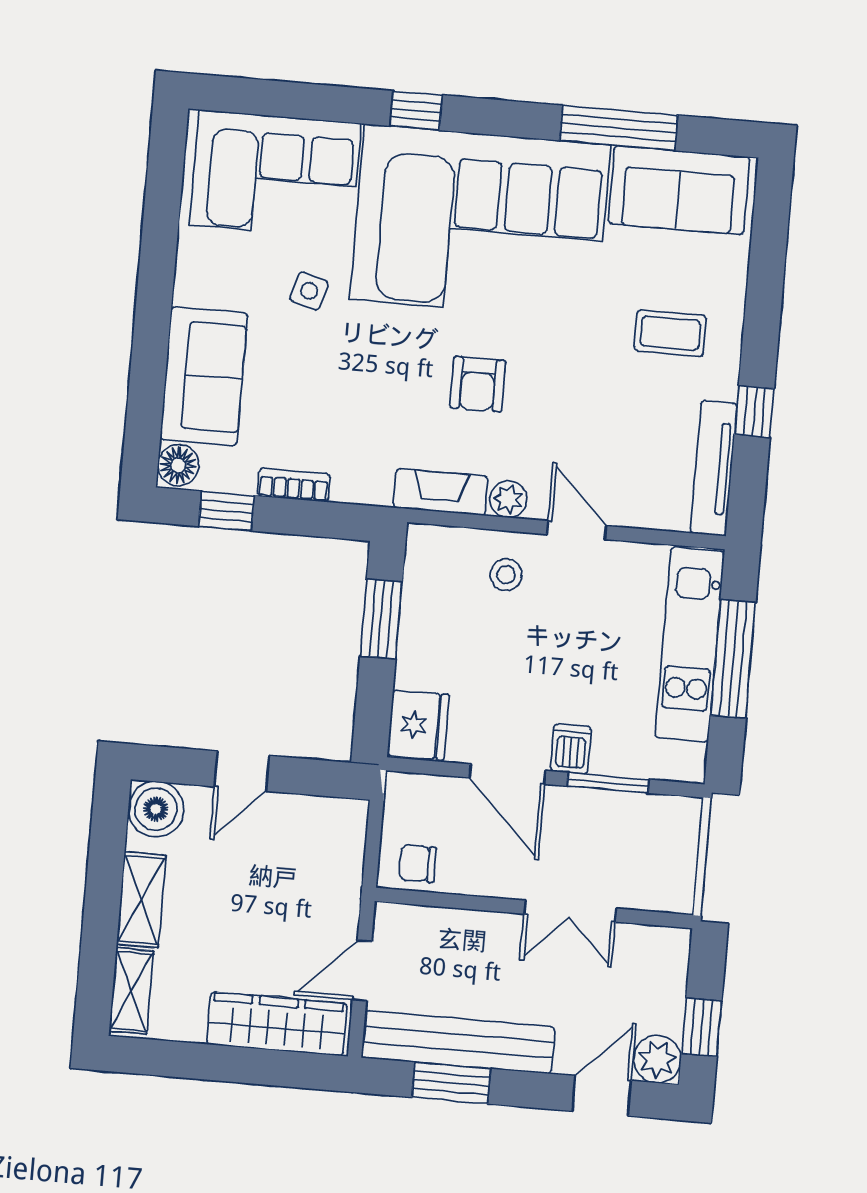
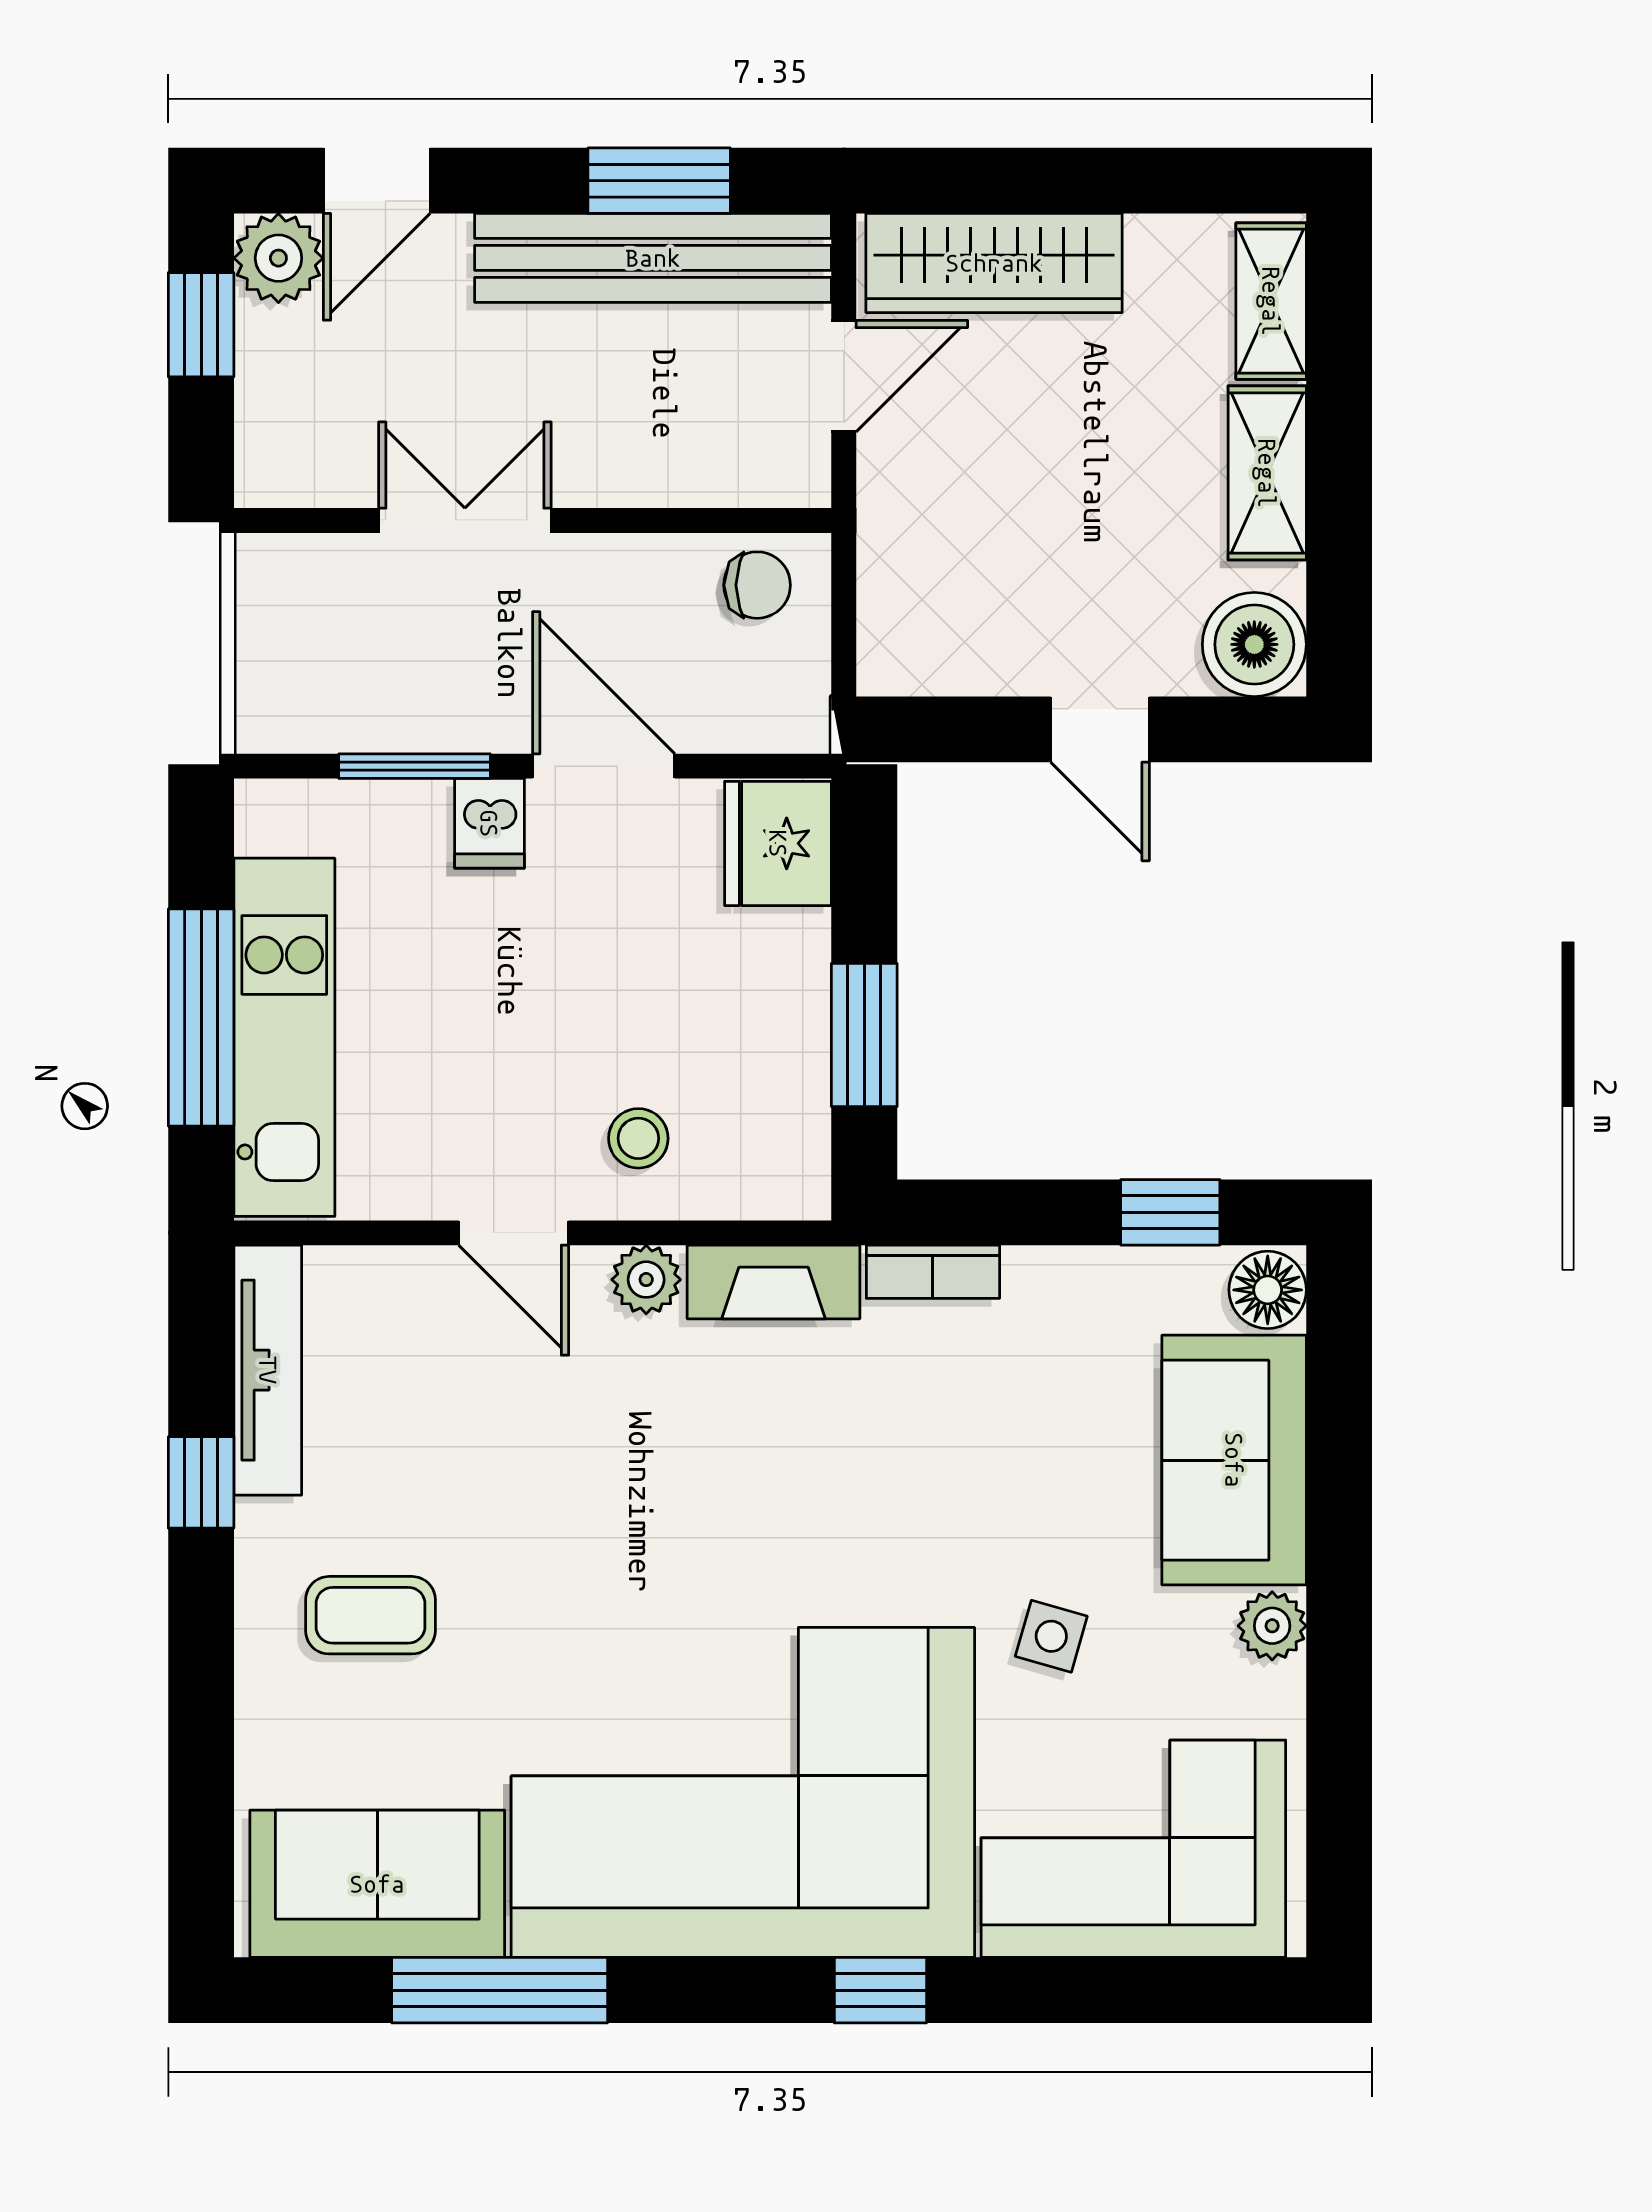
plant: (191, 286) -> (1272, 1626), added
armchair: (478, 384) -> (722, 1489), removed
bookcase: (294, 485) -> (933, 1272), moved
door: (242, 771) -> (1100, 729), swing flipped

